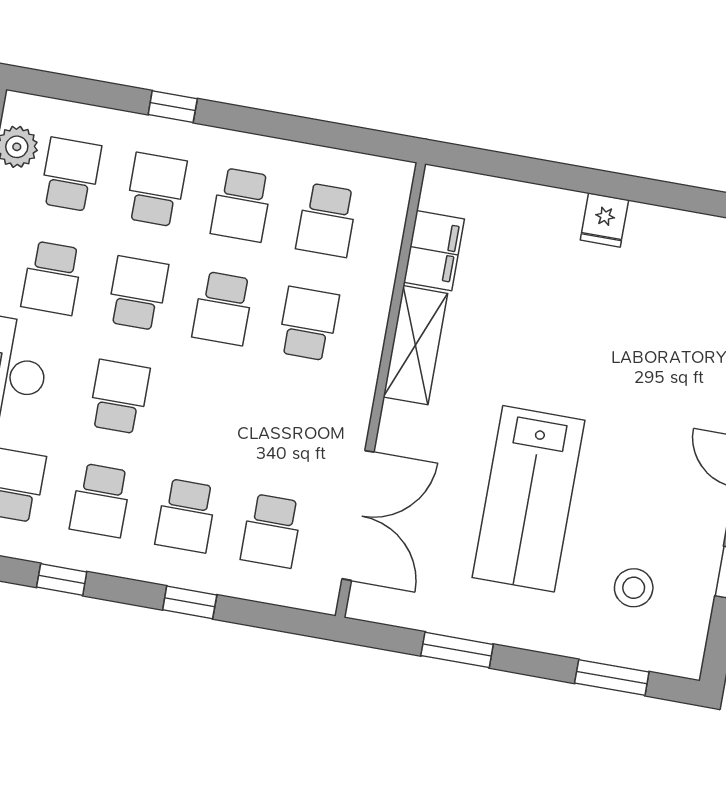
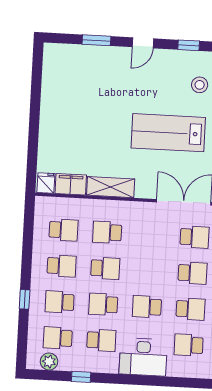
fridge: (604, 220) -> (46, 183), moved, turned -90
lab bench: (529, 499) -> (168, 133), turned 180

